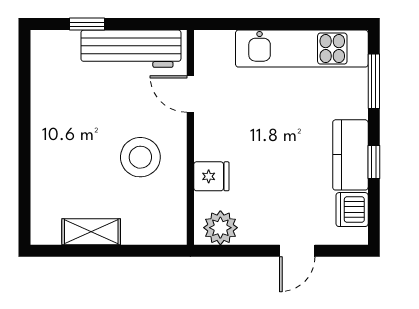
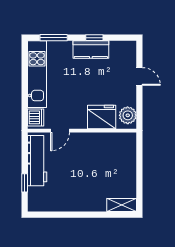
stool: (140, 157) -> (92, 156), removed
fridge: (211, 176) -> (102, 117), width x1.88, depth x1.34
dishwasher: (352, 210) -> (36, 117), moved, turned -90
shelving: (91, 232) -> (122, 205), moved, turned 90

